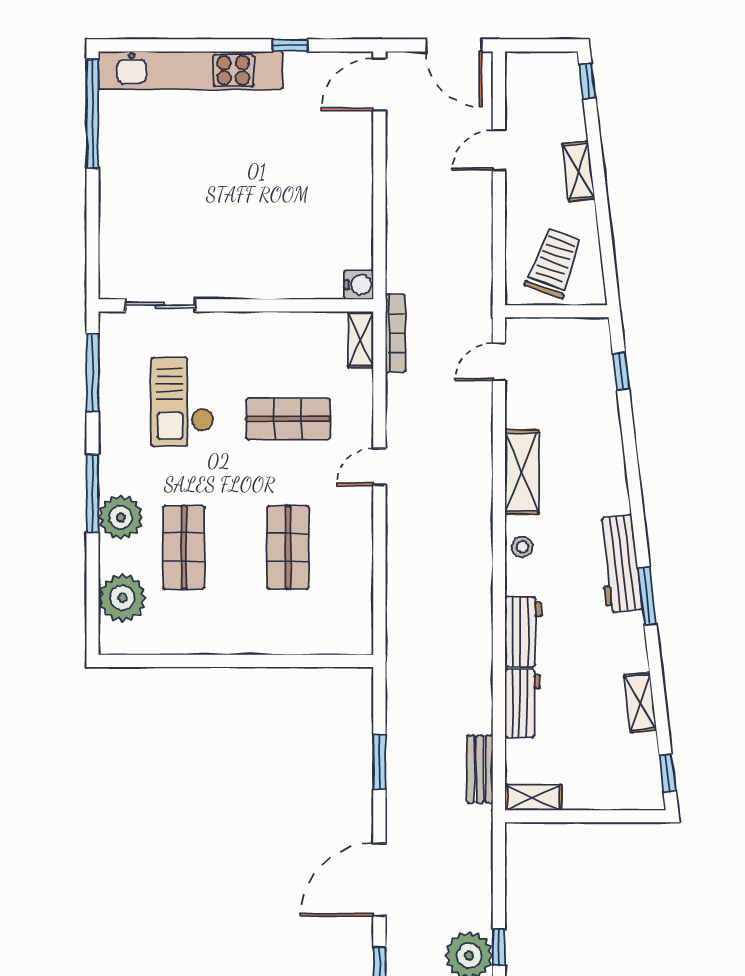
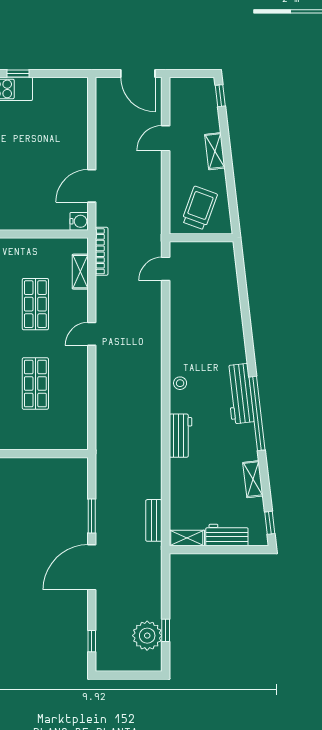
window: (290, 45) -> (18, 73), moved
door: (379, 85) -> (92, 186), moved
shelving: (361, 339) -> (80, 272), moved
window: (621, 371) -> (241, 275), removed
shop shelf: (288, 419) -> (35, 304), turned 90
shelving: (522, 472) -> (180, 337), removed
window: (647, 596) -> (257, 413), width x2.11
workbench: (522, 703) -> (227, 535), moved, turned -90
door: (379, 880) -> (92, 567), moved

